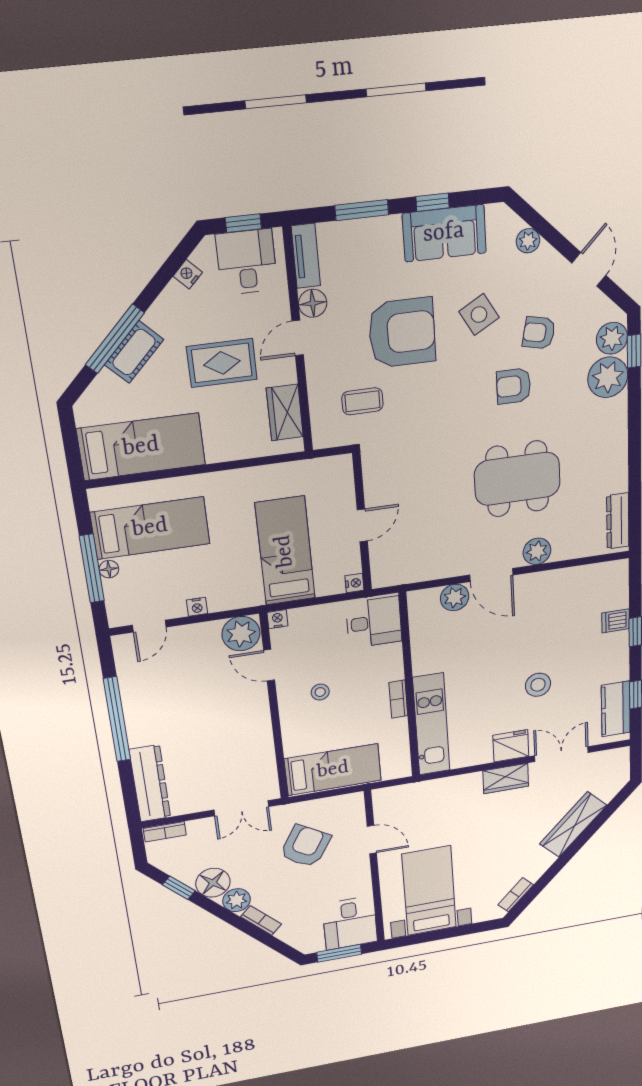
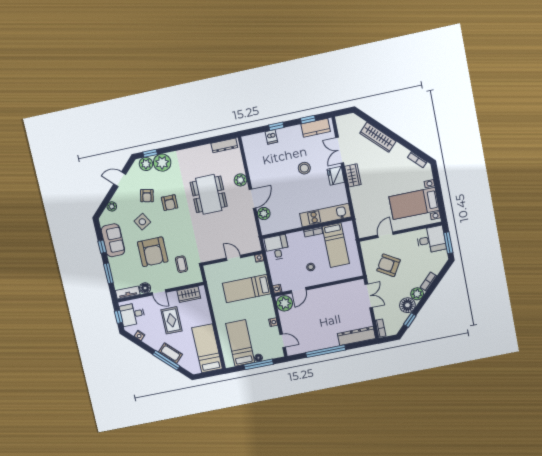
armchair: (402, 333) -> (153, 252), turned 180
bed: (333, 770) -> (336, 245), moved, turned 180

